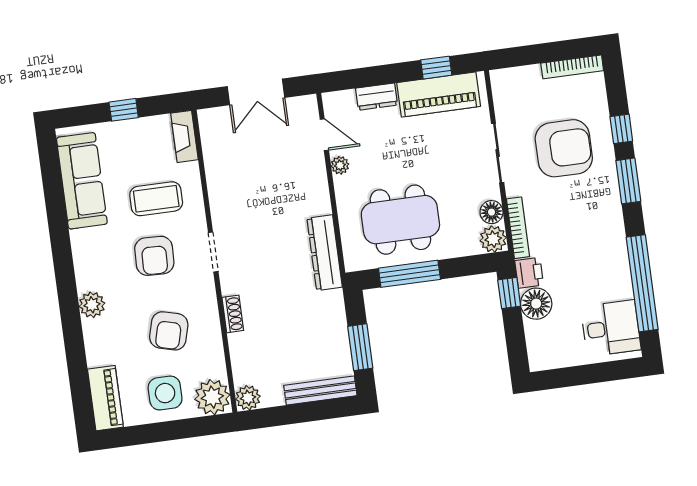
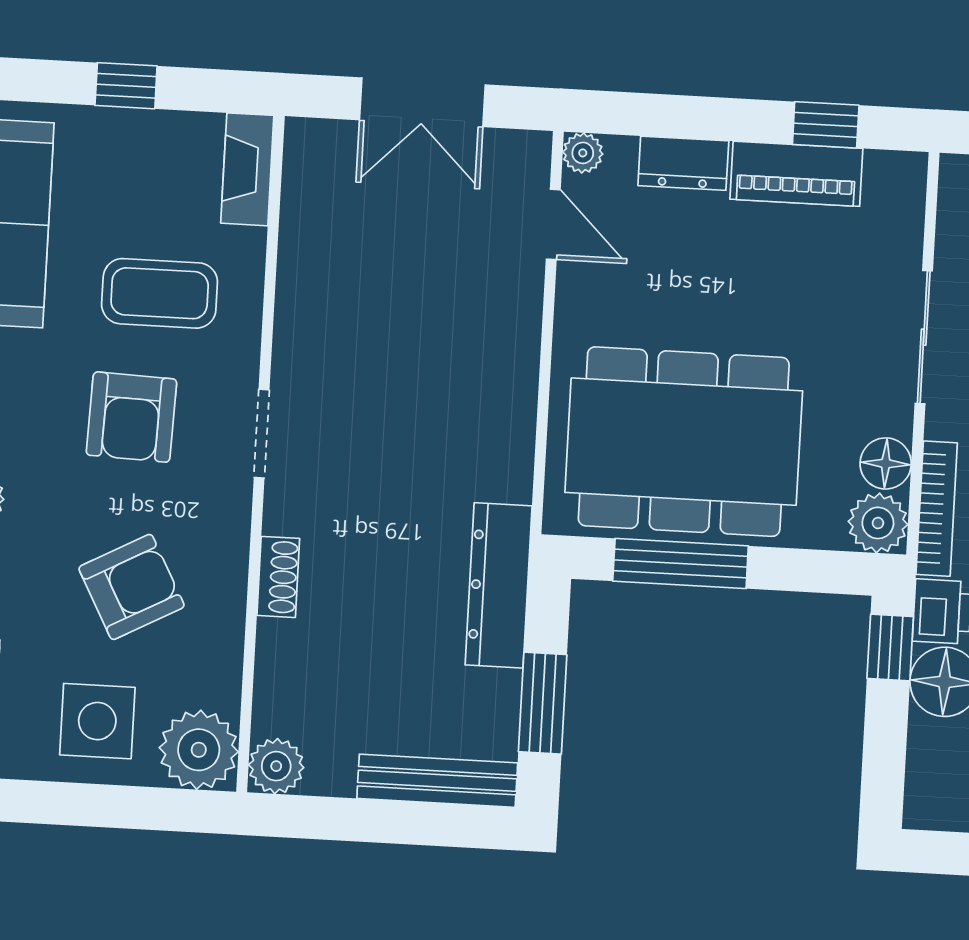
piano: (439, 95) -> (796, 174), width x0.73, depth x0.75
plant: (340, 165) -> (583, 153), moved
dining table: (400, 220) -> (684, 442), width x1.36, depth x1.24
dresser: (325, 253) -> (499, 585), moved
armchair: (169, 331) -> (132, 587), turned -133

